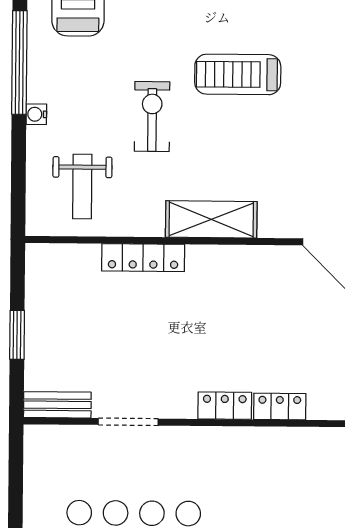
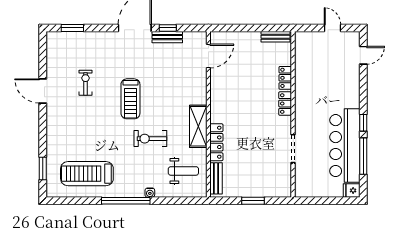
shelving: (211, 219) -> (198, 126), moved
bench: (57, 405) -> (216, 178), moved

